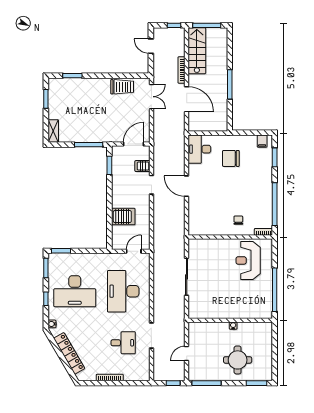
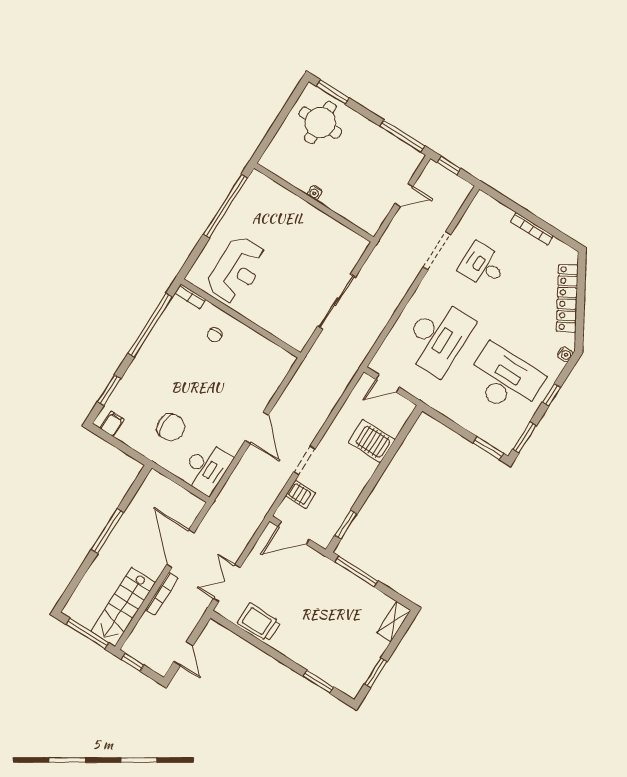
round table: (238, 360) -> (320, 123), moved

